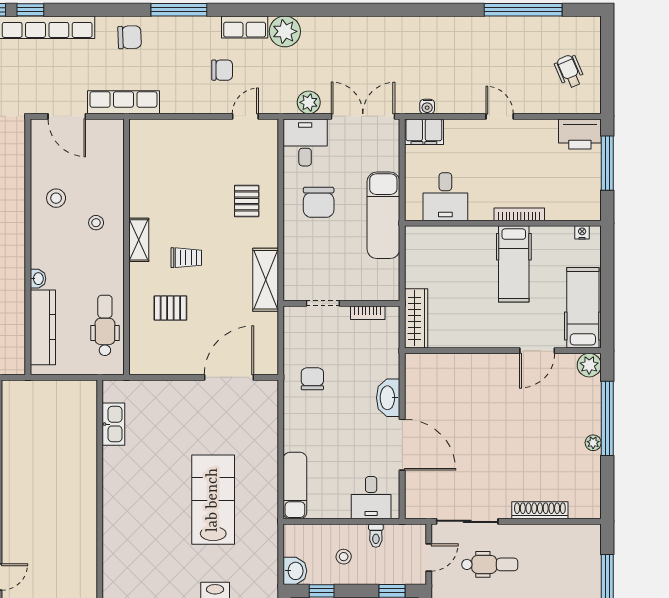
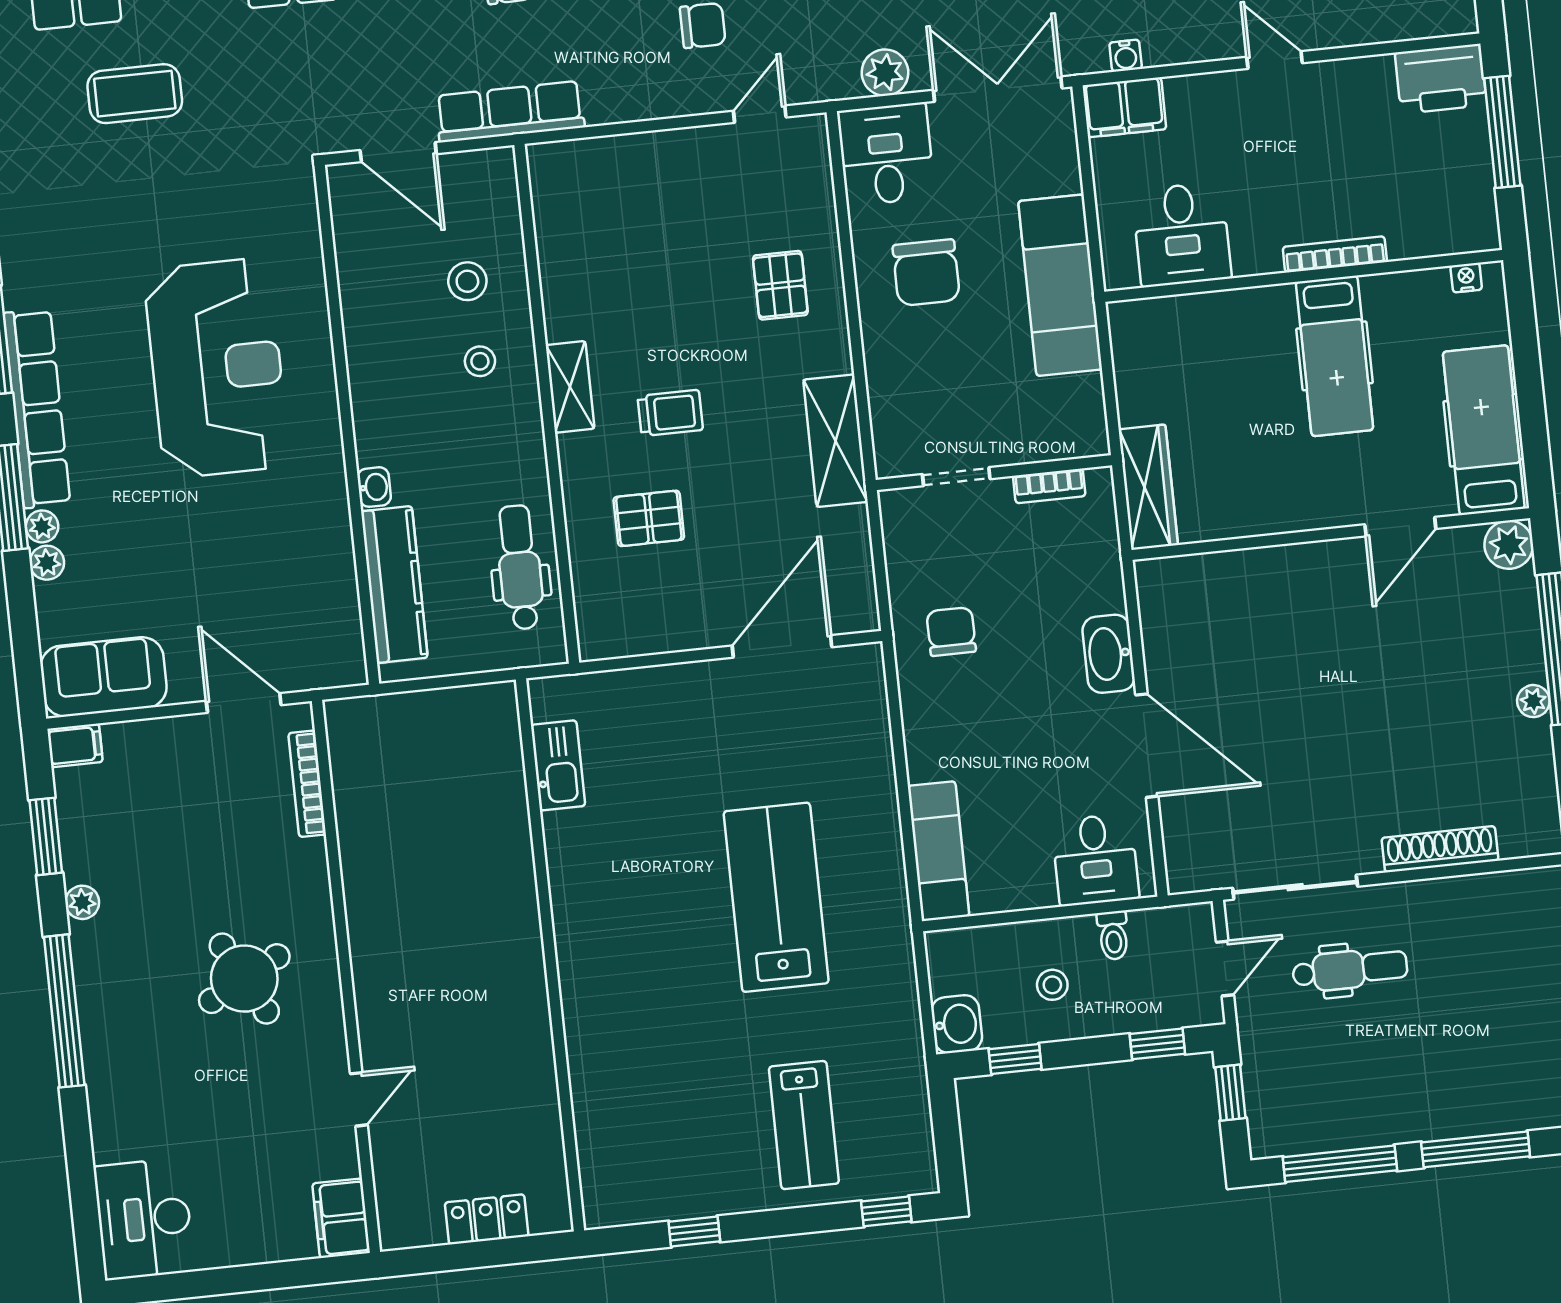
stool: (56, 198) -> (467, 281), moved

